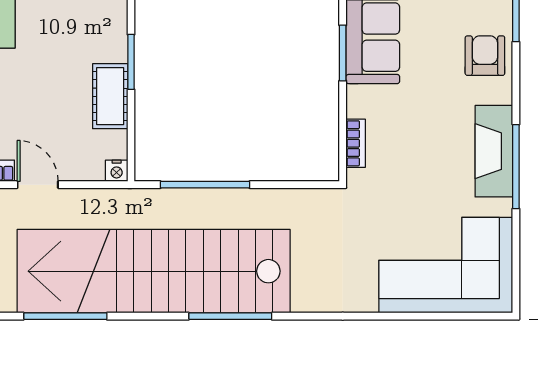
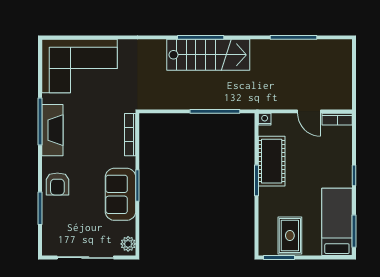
cot: (110, 96) -> (272, 161), width x1.37, depth x1.34
bookcase: (356, 143) -> (130, 135), width x1.56
stairs: (154, 271) -> (208, 55), width x0.54, depth x0.66

